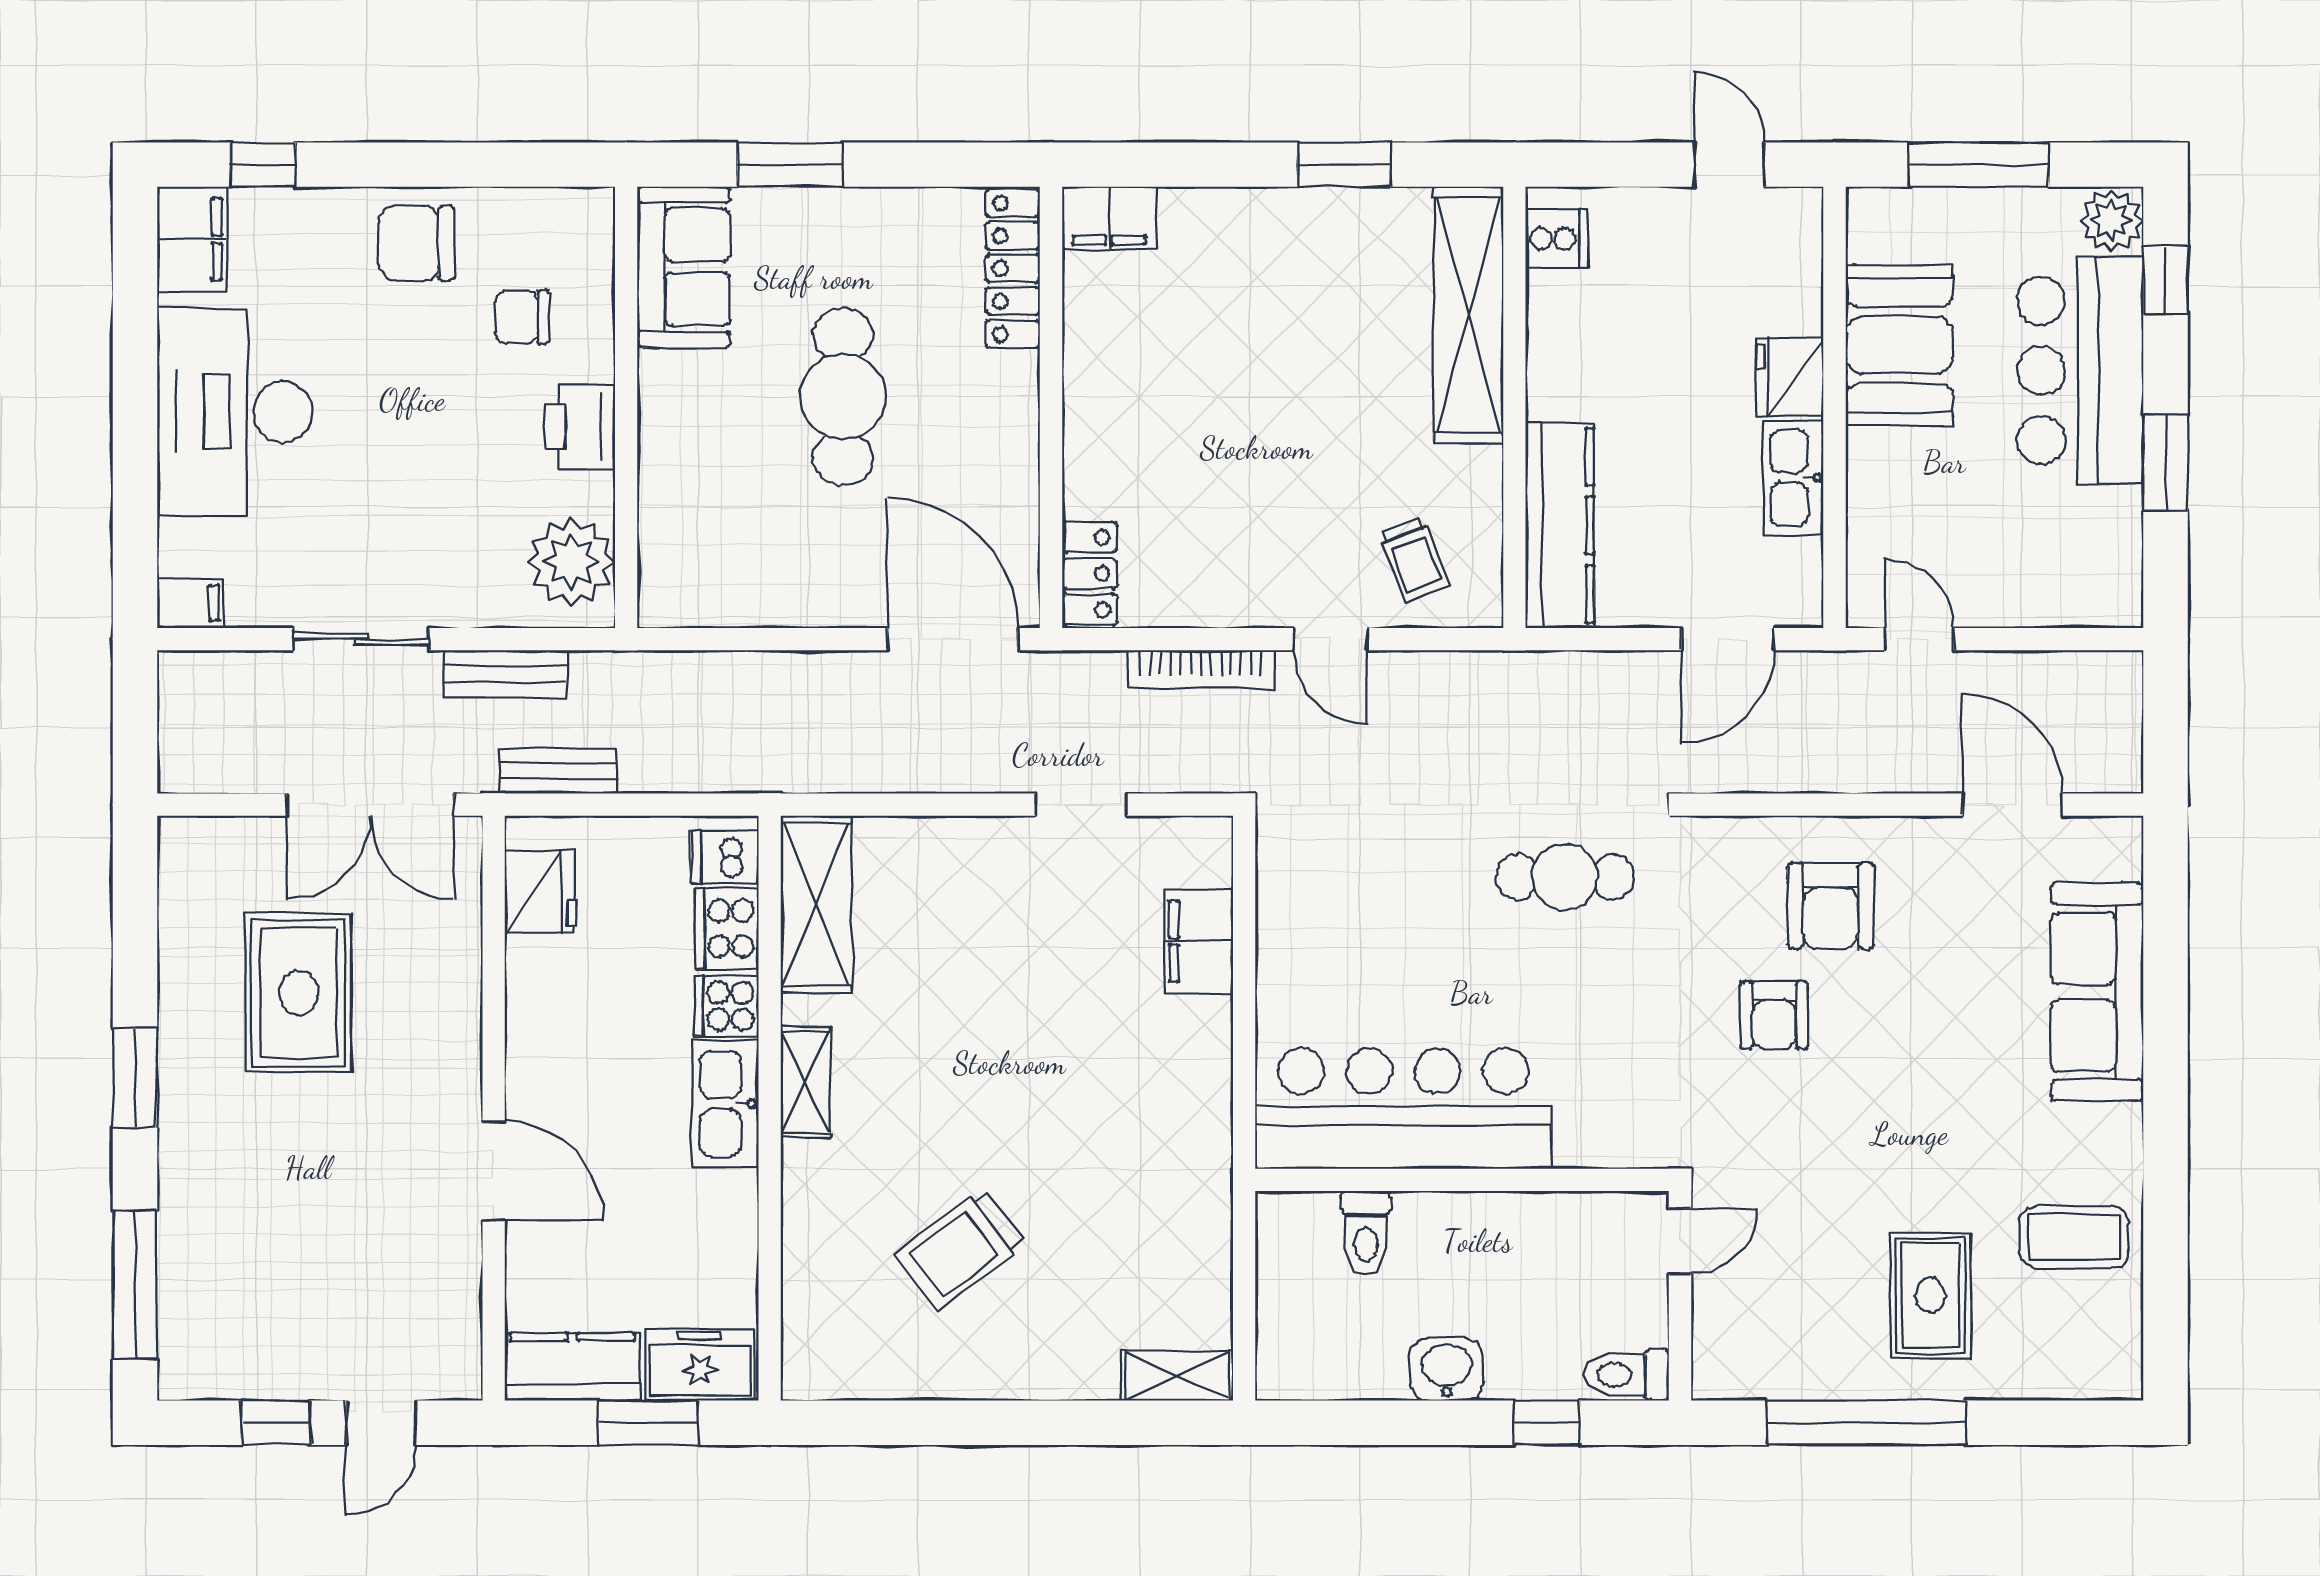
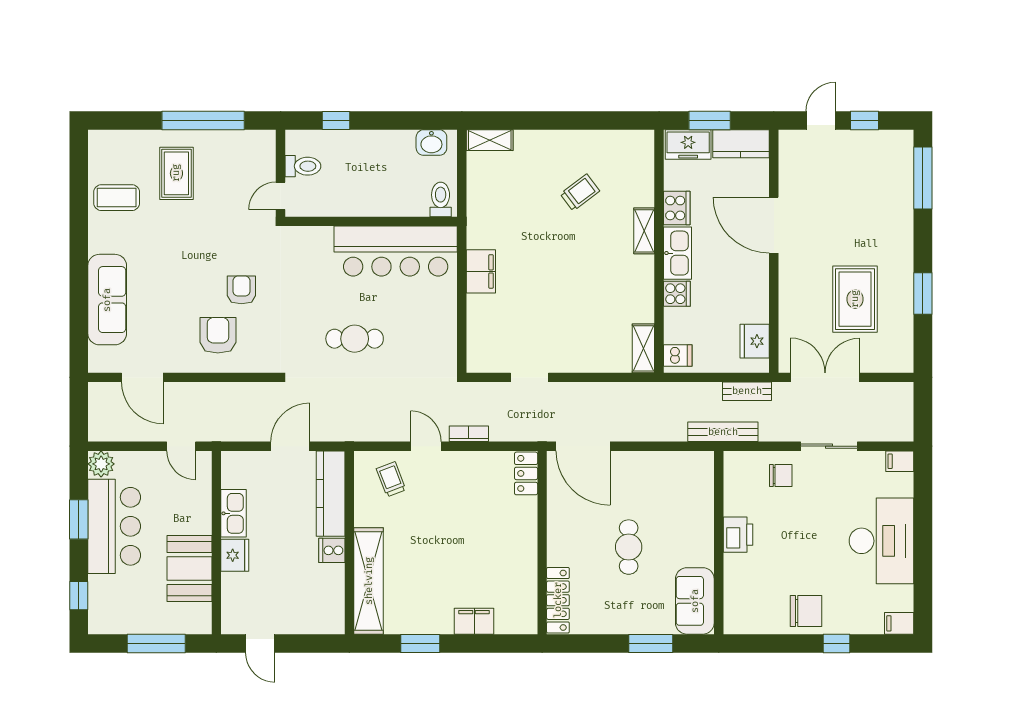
window: (263, 165) -> (837, 643), moved
filing cabinet: (1109, 218) -> (474, 621), moved
plant: (2112, 220) -> (101, 464), moved
filing cabinet: (192, 239) -> (899, 623), width x0.50
cooker: (1557, 239) -> (332, 550), moved
chair: (521, 317) -> (781, 476), moved
bar counter: (2080, 370) -> (114, 526), moved
cafe table: (843, 397) -> (629, 547), width x0.73, depth x0.74
plant: (571, 562) -> (742, 478), removed
door: (1728, 639) -> (290, 446), moved
bookcase: (1201, 669) -> (469, 434), width x0.64
bench: (505, 674) -> (723, 432), moved, width x1.36
cafe table: (1565, 877) -> (355, 339), moved
shelving: (816, 904) -> (643, 348), width x0.67, depth x0.75
cooker: (727, 929) -> (677, 208), moved
filing cabinet: (1198, 941) -> (481, 271), moved
window: (135, 1078) -> (923, 294), moved
shelving: (805, 1082) -> (644, 231), moved
door: (494, 1171) -> (774, 225), width x1.36
toilet: (1366, 1233) -> (441, 199), moved
trolley: (960, 1249) -> (580, 192), width x0.73, depth x0.72
washbasin: (1447, 1369) -> (431, 143), moved
toilet: (1626, 1375) -> (303, 166), moved

